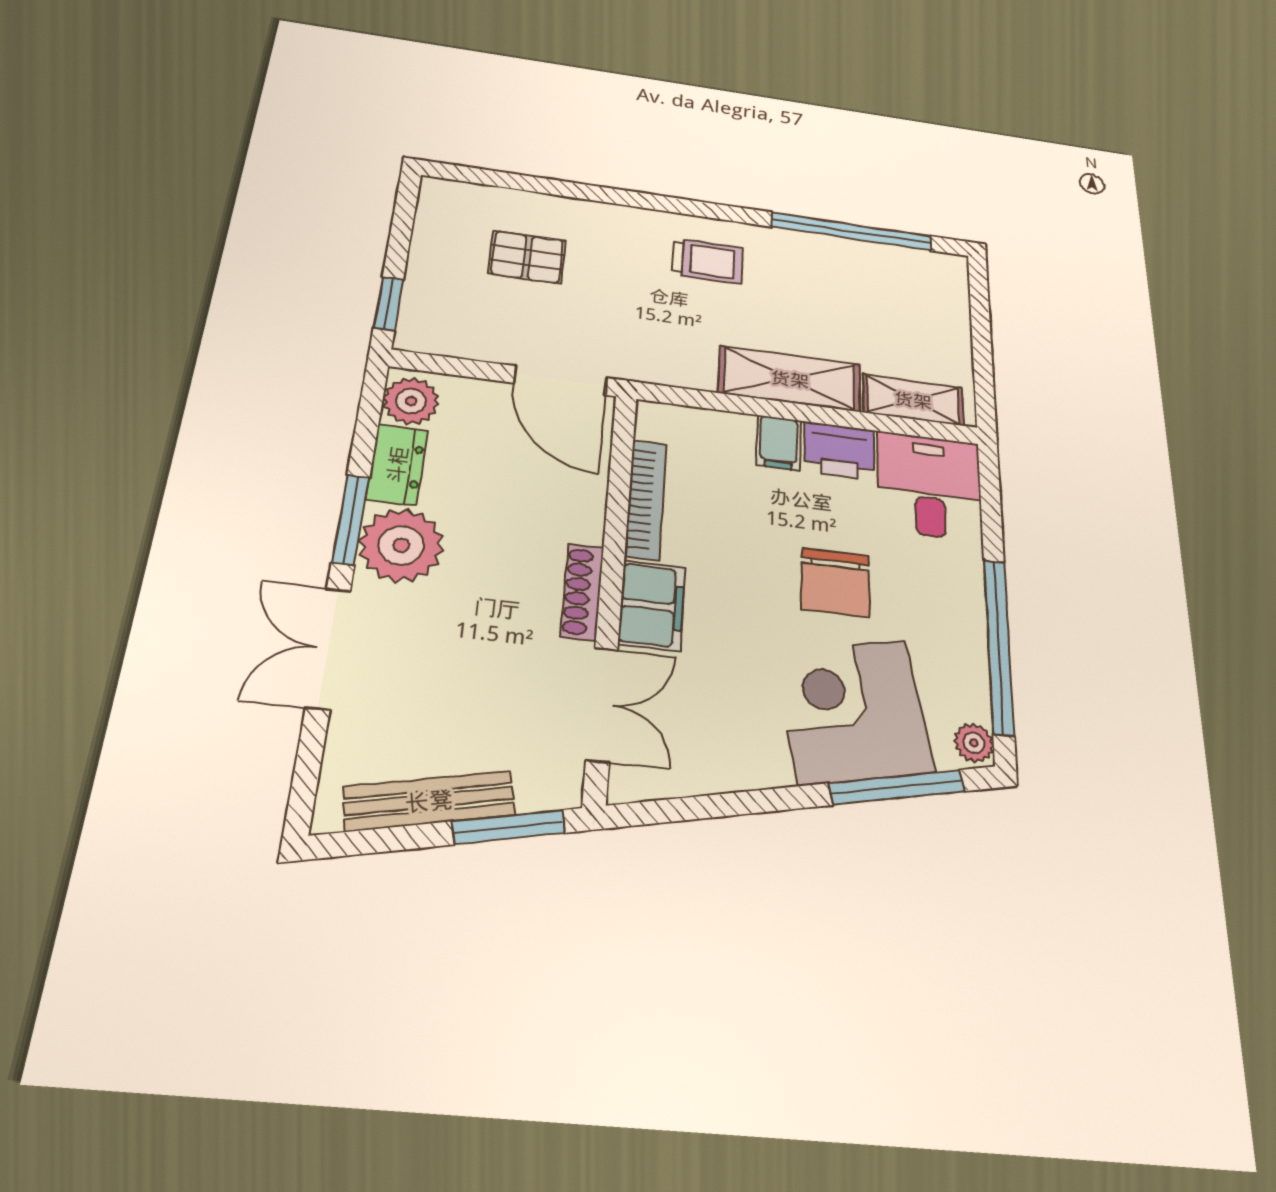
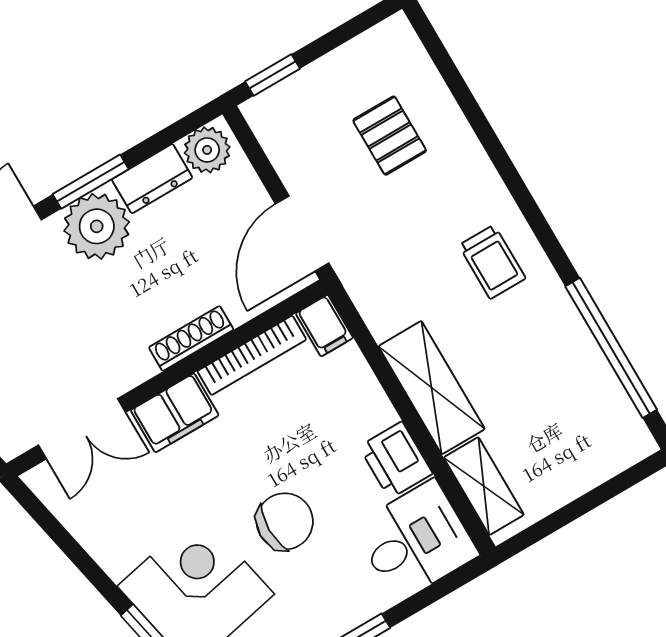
filing cabinet: (779, 443) -> (324, 326), moved, turned -90
chair: (835, 582) -> (285, 521), turned 180
shoe rack: (582, 592) -> (191, 338), moved

